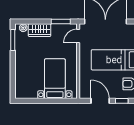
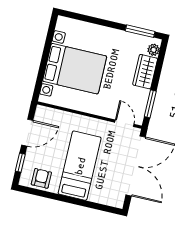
bed with nightstands: (55, 79) -> (75, 69), width x1.36

